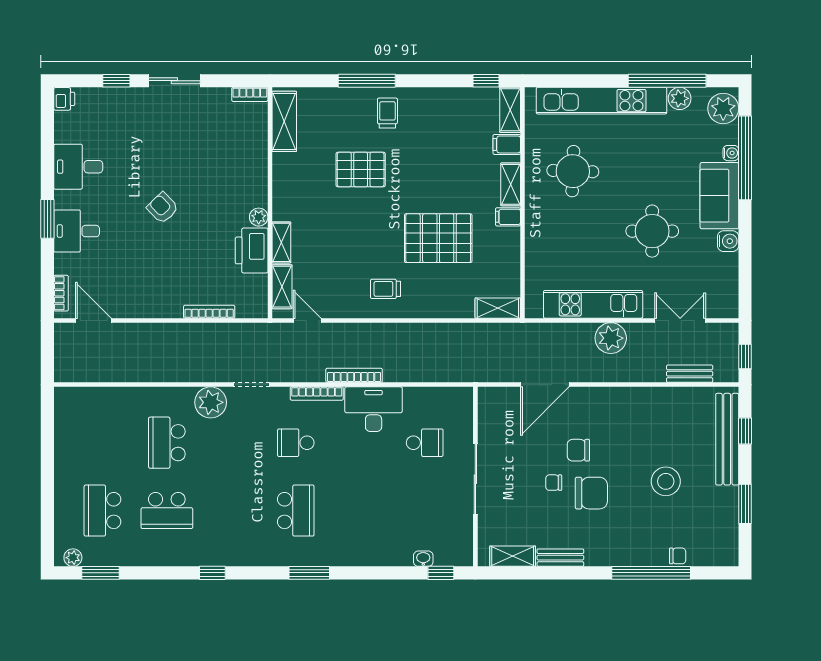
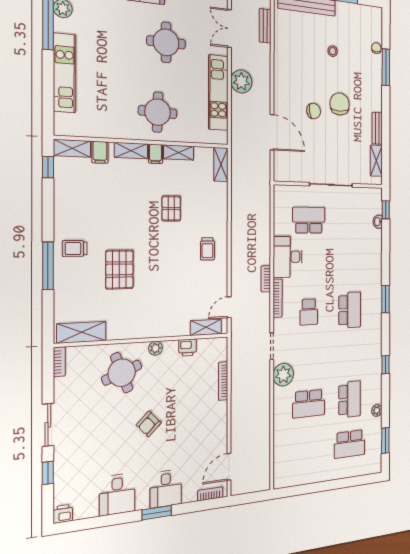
kitchen unit: (601, 101) -> (65, 73), width x0.73
round table: (573, 171) -> (158, 112), moved
round table: (231, 172) -> (122, 373), added
pallet: (438, 238) -> (171, 208), width x0.49, depth x0.50
shelving: (281, 242) -> (179, 152), moved
printer: (252, 250) -> (188, 348), width x0.53, depth x0.68
bookcase: (354, 375) -> (266, 279), width x0.64
school desk: (425, 443) -> (309, 220), width x1.85
chair: (578, 450) -> (314, 111), turned -100
stool: (666, 481) -> (333, 51), width x0.53, depth x0.53
chair: (554, 483) -> (333, 130), removed
school desk: (296, 511) -> (350, 310), turned 90
plant: (73, 558) -> (377, 410), moved
window: (651, 573) -> (386, 67), width x0.68

